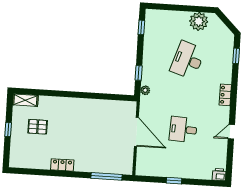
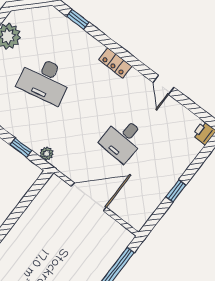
desk: (188, 60) -> (45, 80), turned -30

